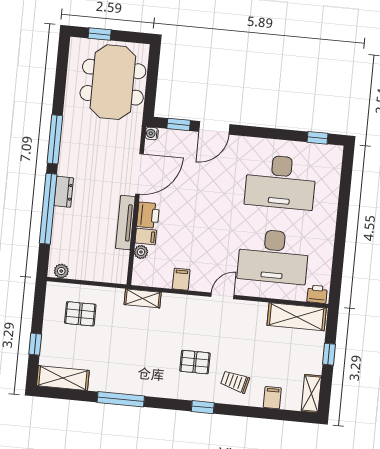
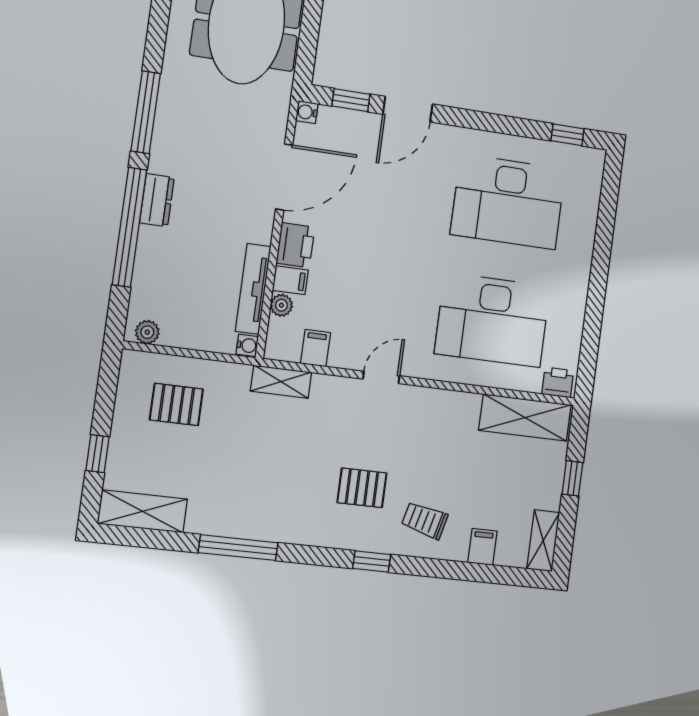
tv unit: (125, 223) -> (253, 289), moved
water cooler: (121, 277) -> (247, 345), added
filing cabinet: (181, 279) -> (316, 348), moved
door: (222, 296) -> (381, 377), moved

